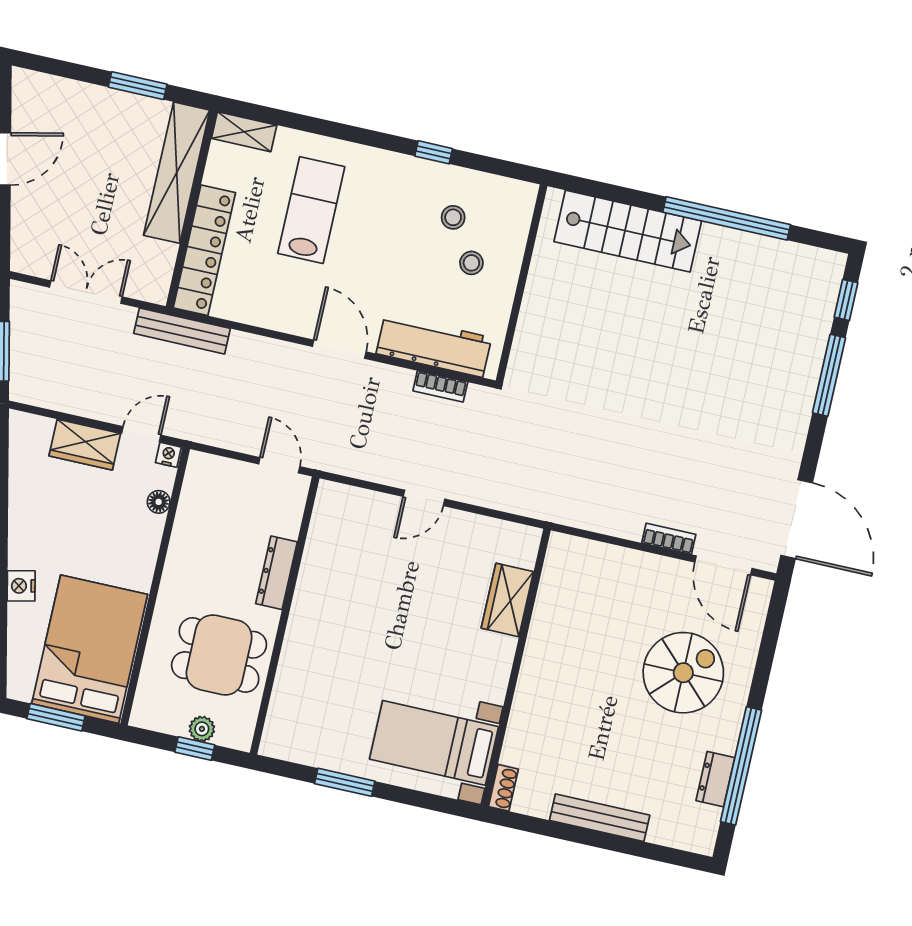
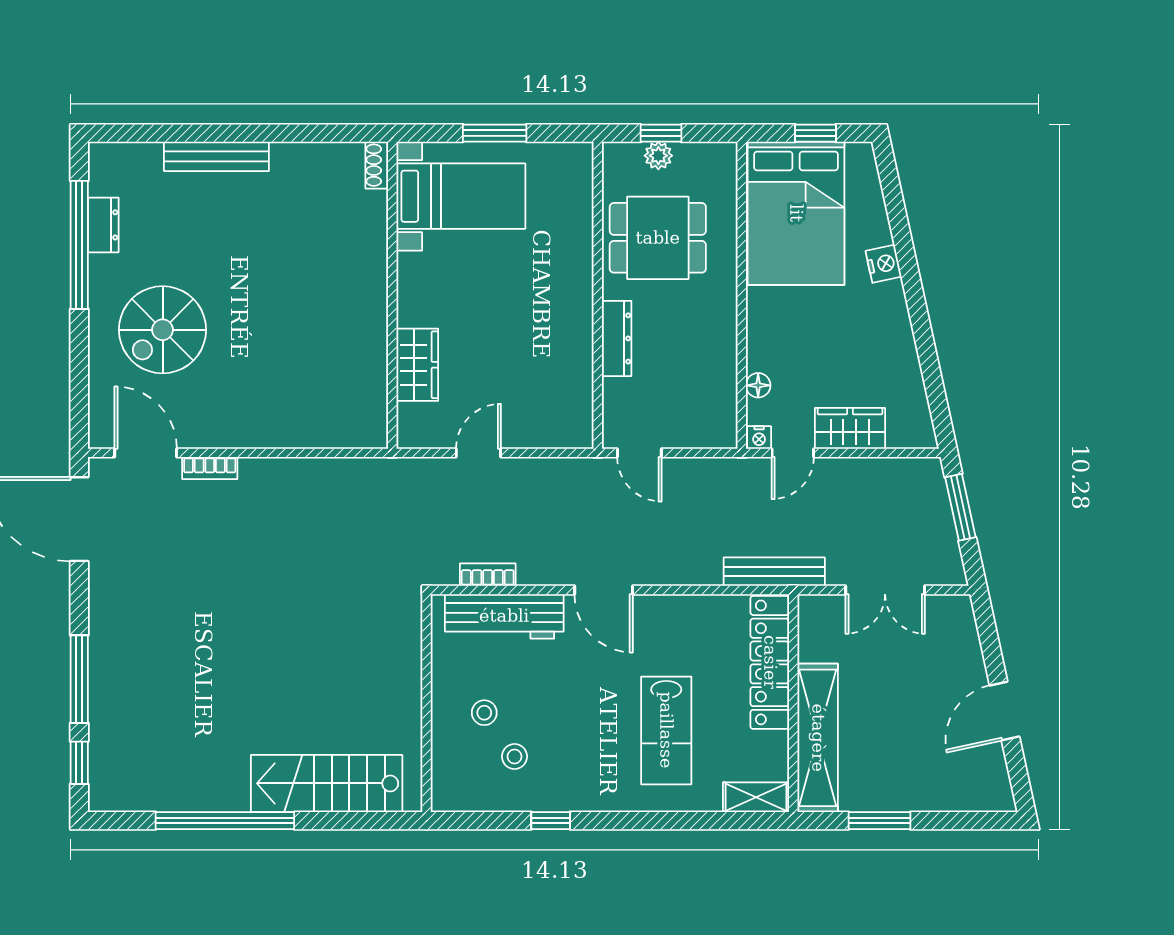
wardrobe: (507, 600) -> (417, 365), moved
wall: (516, 668) -> (392, 295), moved
window: (56, 717) -> (815, 133), width x0.67
bed with nightstands: (434, 743) -> (461, 196), moved
shoe rack: (503, 788) -> (377, 165), moved

